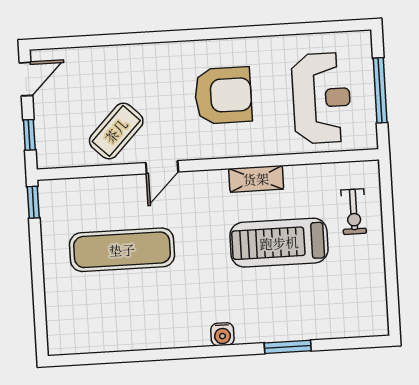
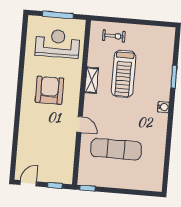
door: (26, 79) -> (28, 183), hinge flipped
coffee table: (116, 131) -> (59, 144), removed
exercise mat: (122, 250) -> (116, 149), turned 90

